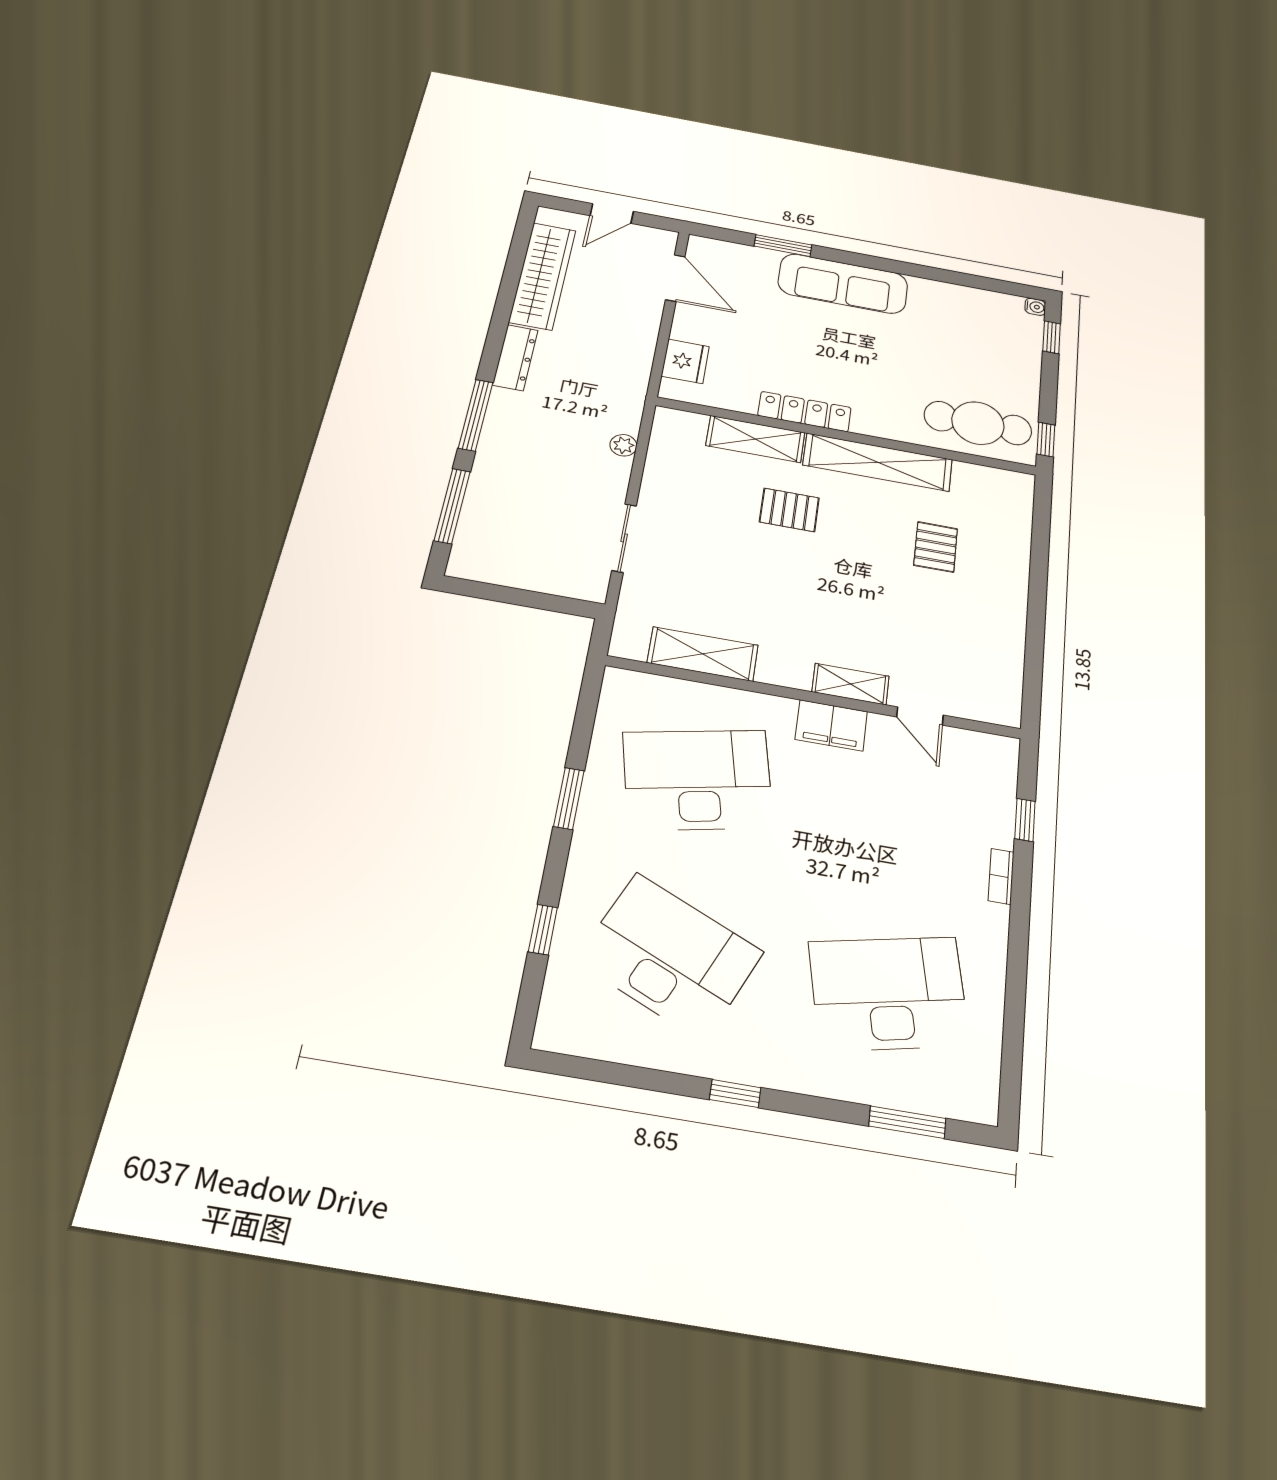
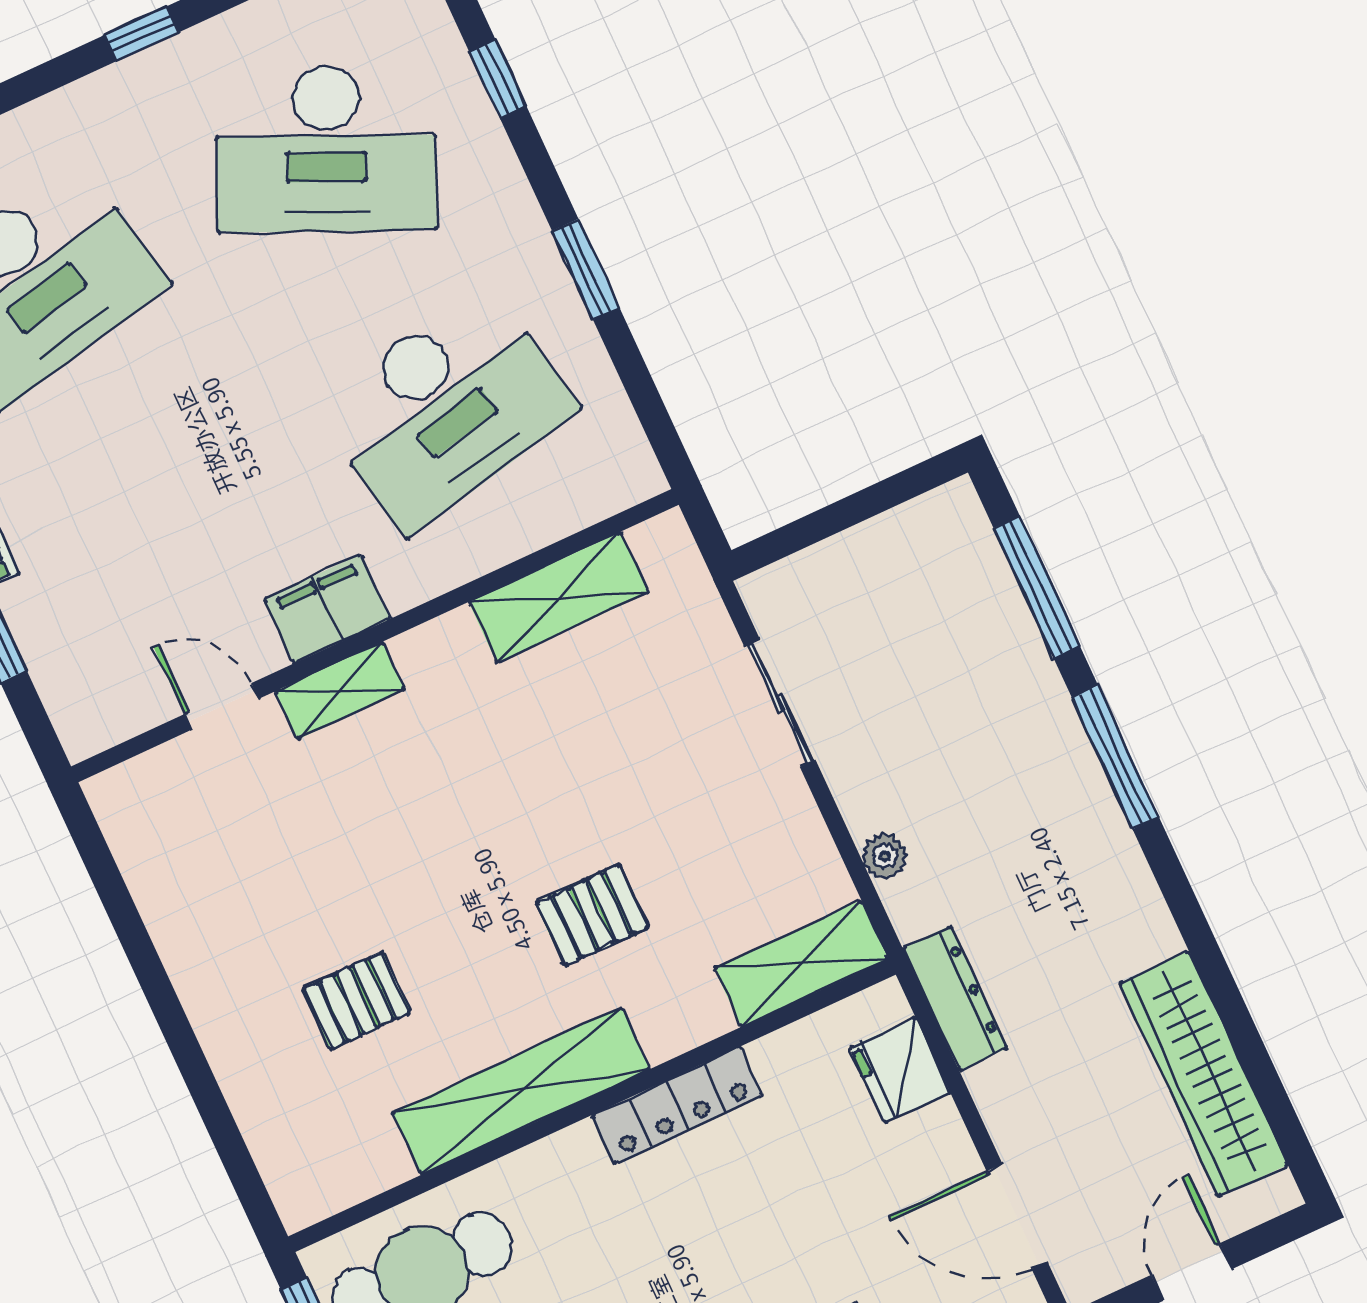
dresser: (515, 358) -> (955, 998), moved, turned 180
shelving: (755, 439) -> (801, 964), moved
pallet: (936, 547) -> (357, 1000), turned 90

